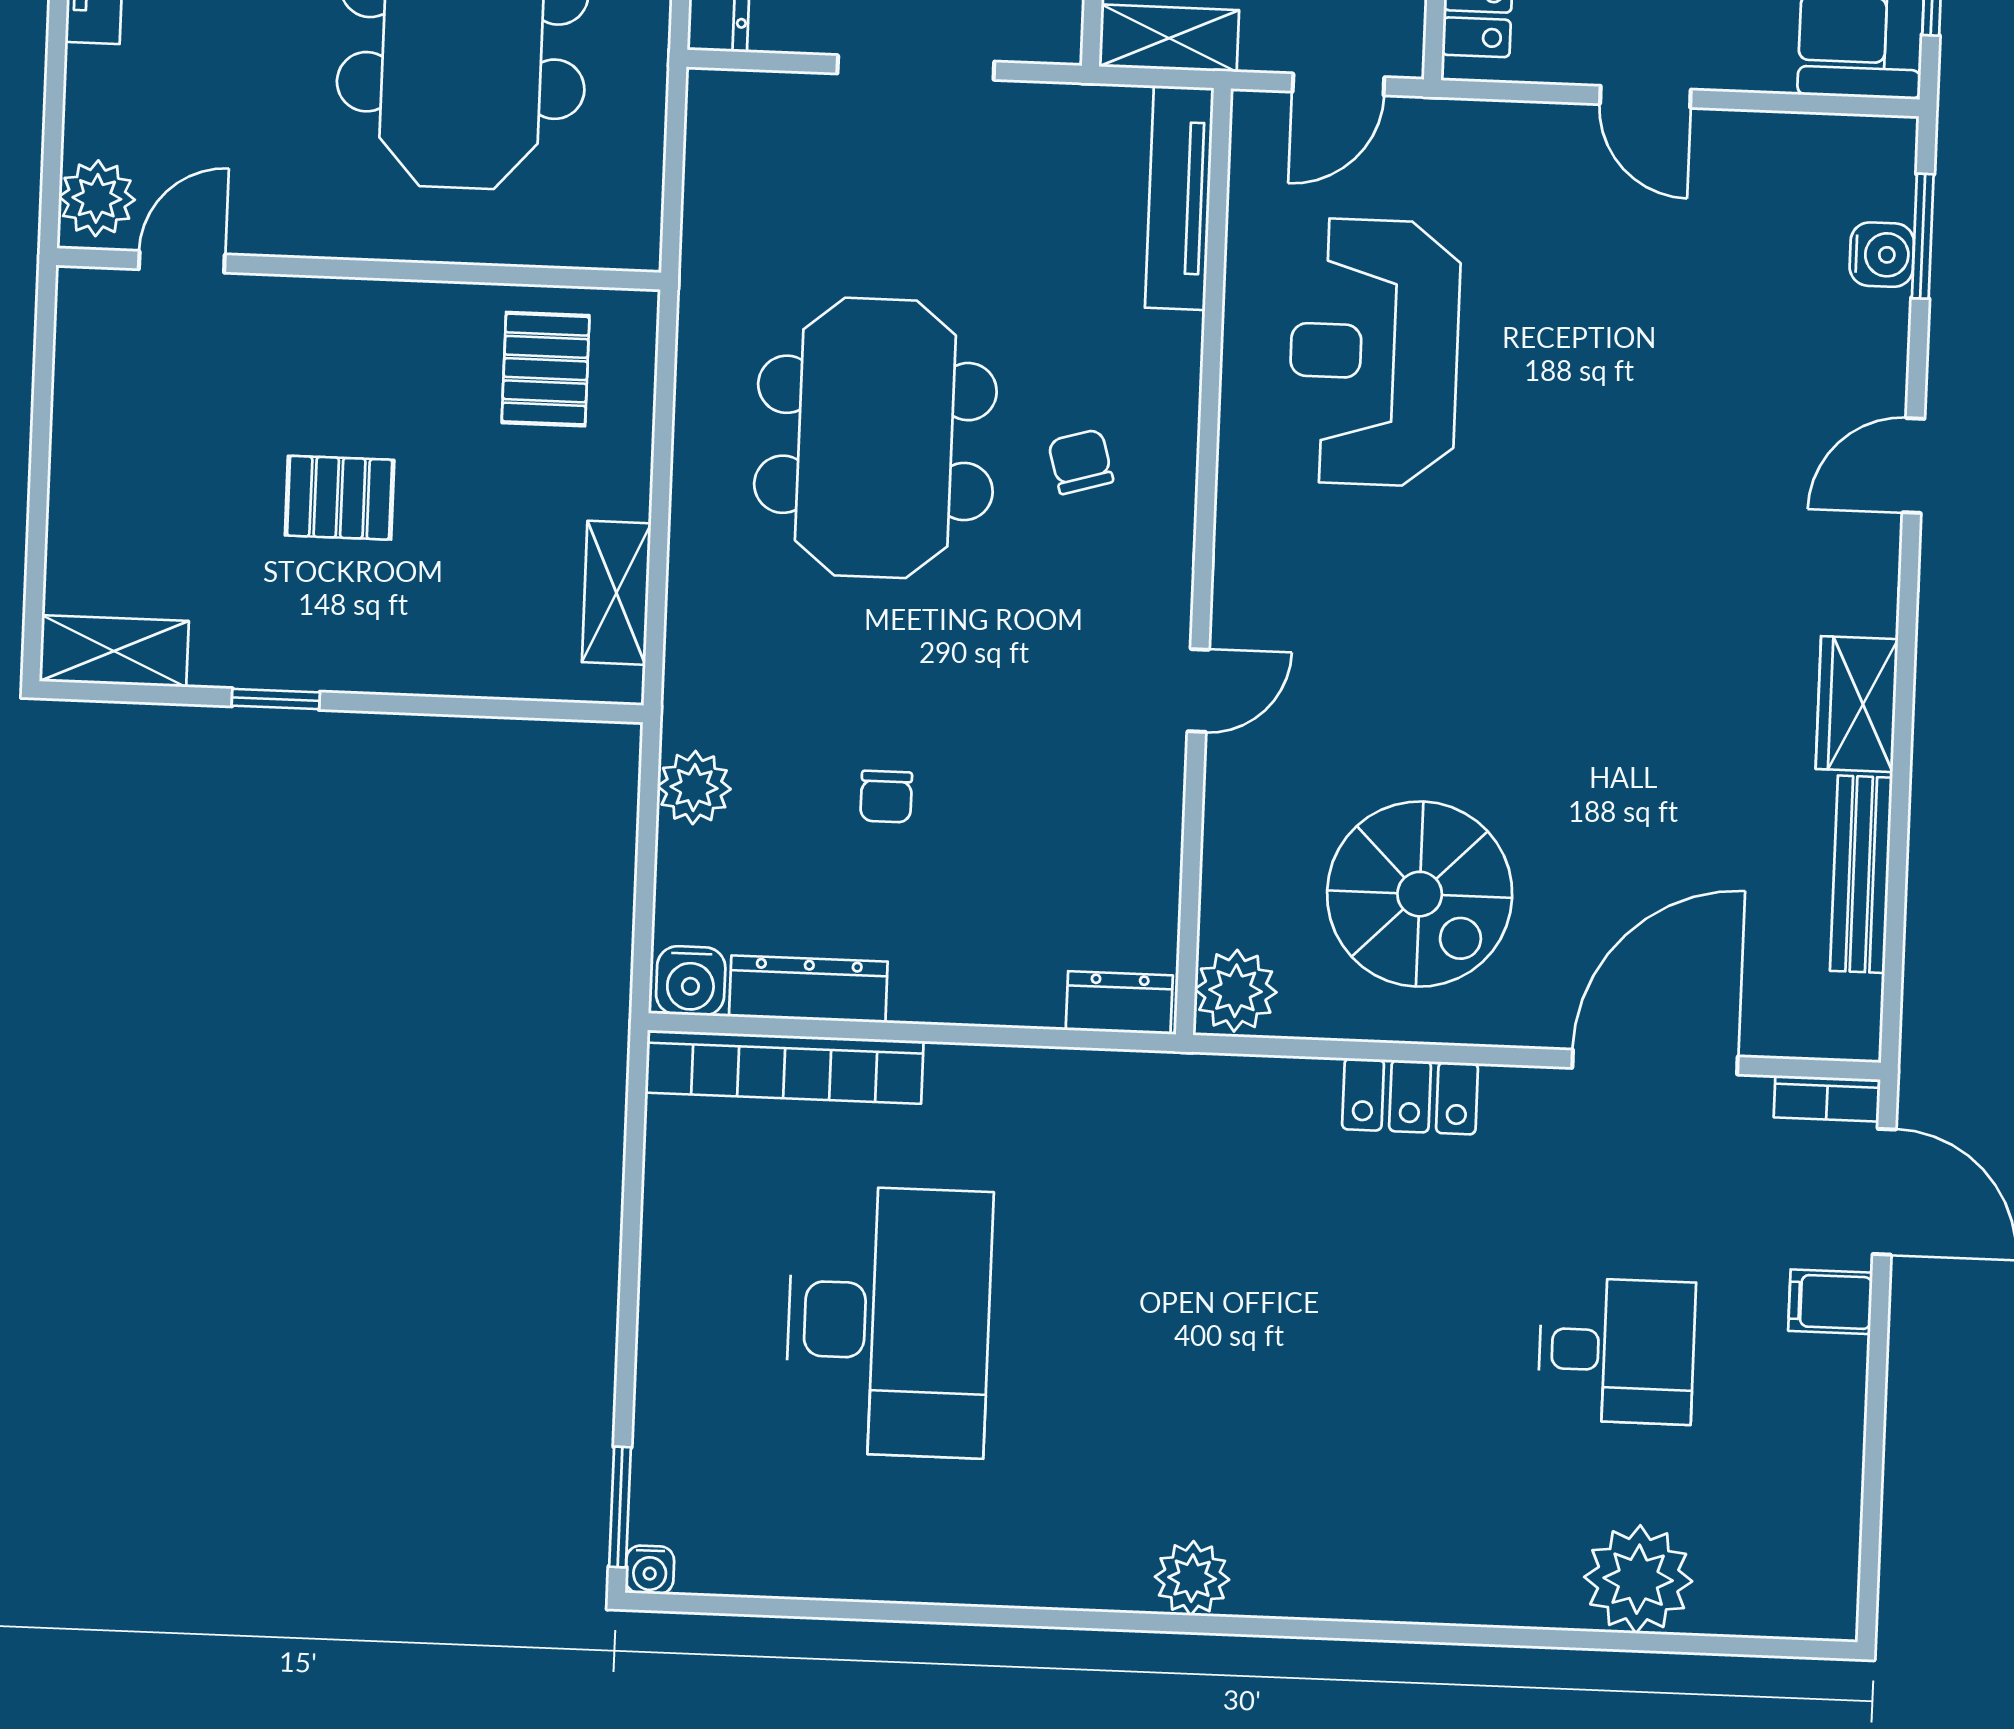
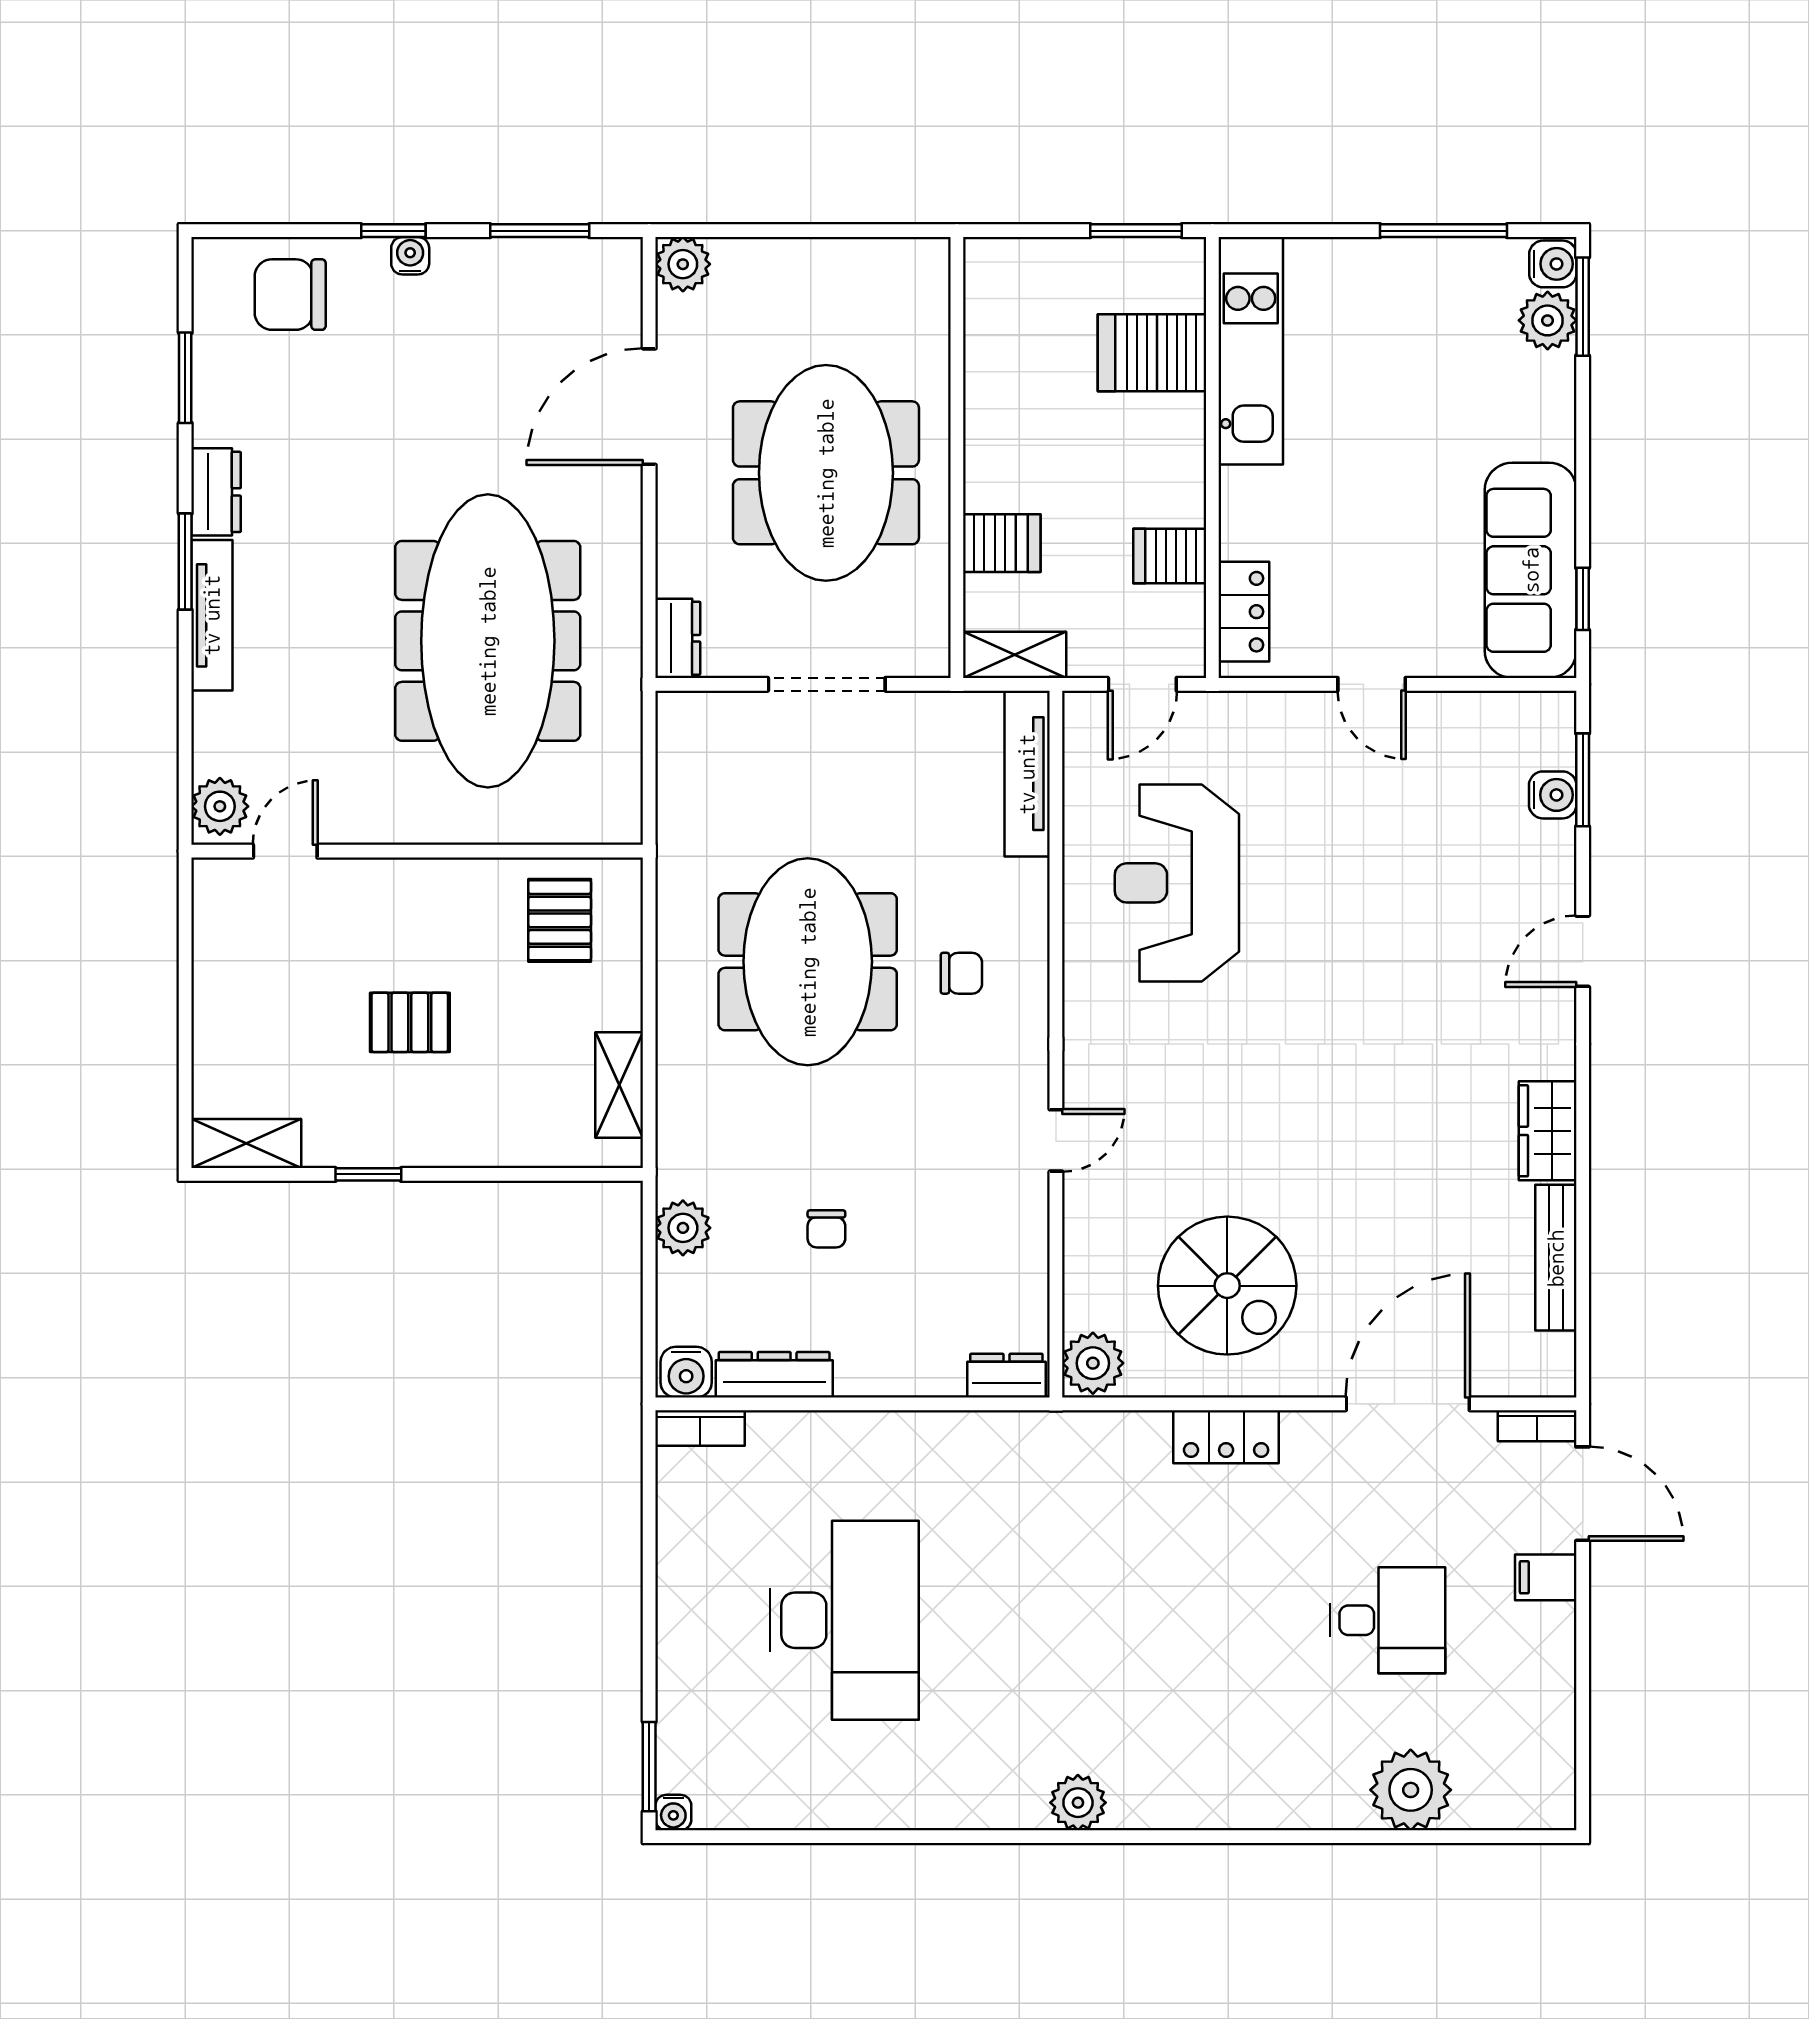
chair: (1081, 462) -> (961, 973), turned 106
bookcase: (784, 1067) -> (700, 1428), width x0.43, depth x0.76

